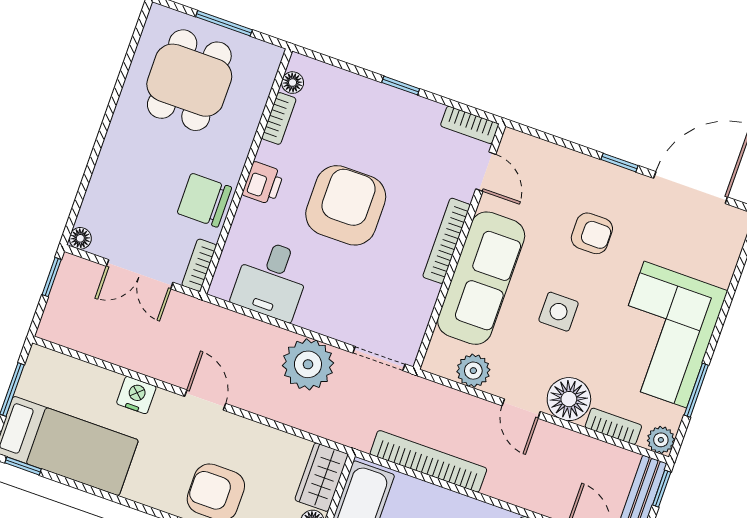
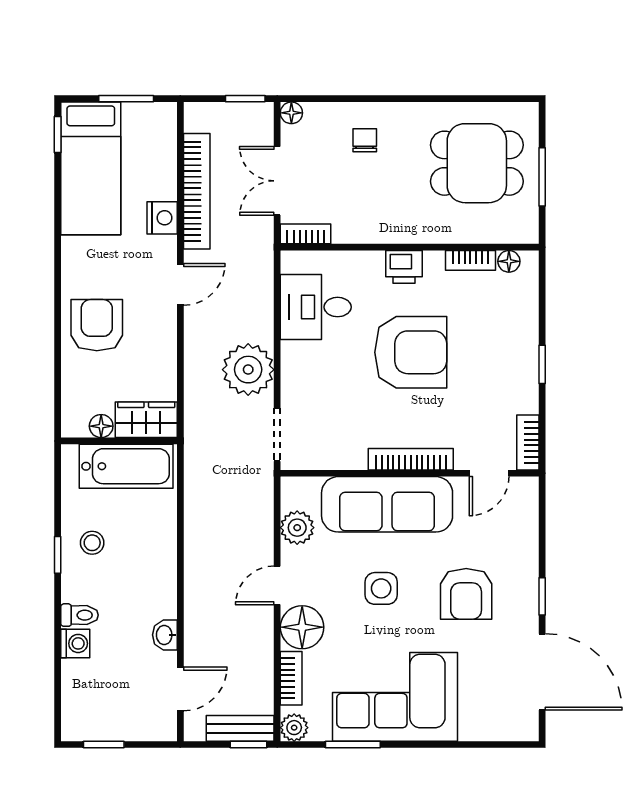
chair: (204, 200) -> (365, 140), moved, width x0.54, depth x0.54
armchair: (592, 233) -> (466, 594), width x1.38, depth x1.38
bookcase: (428, 461) -> (197, 191), moved

